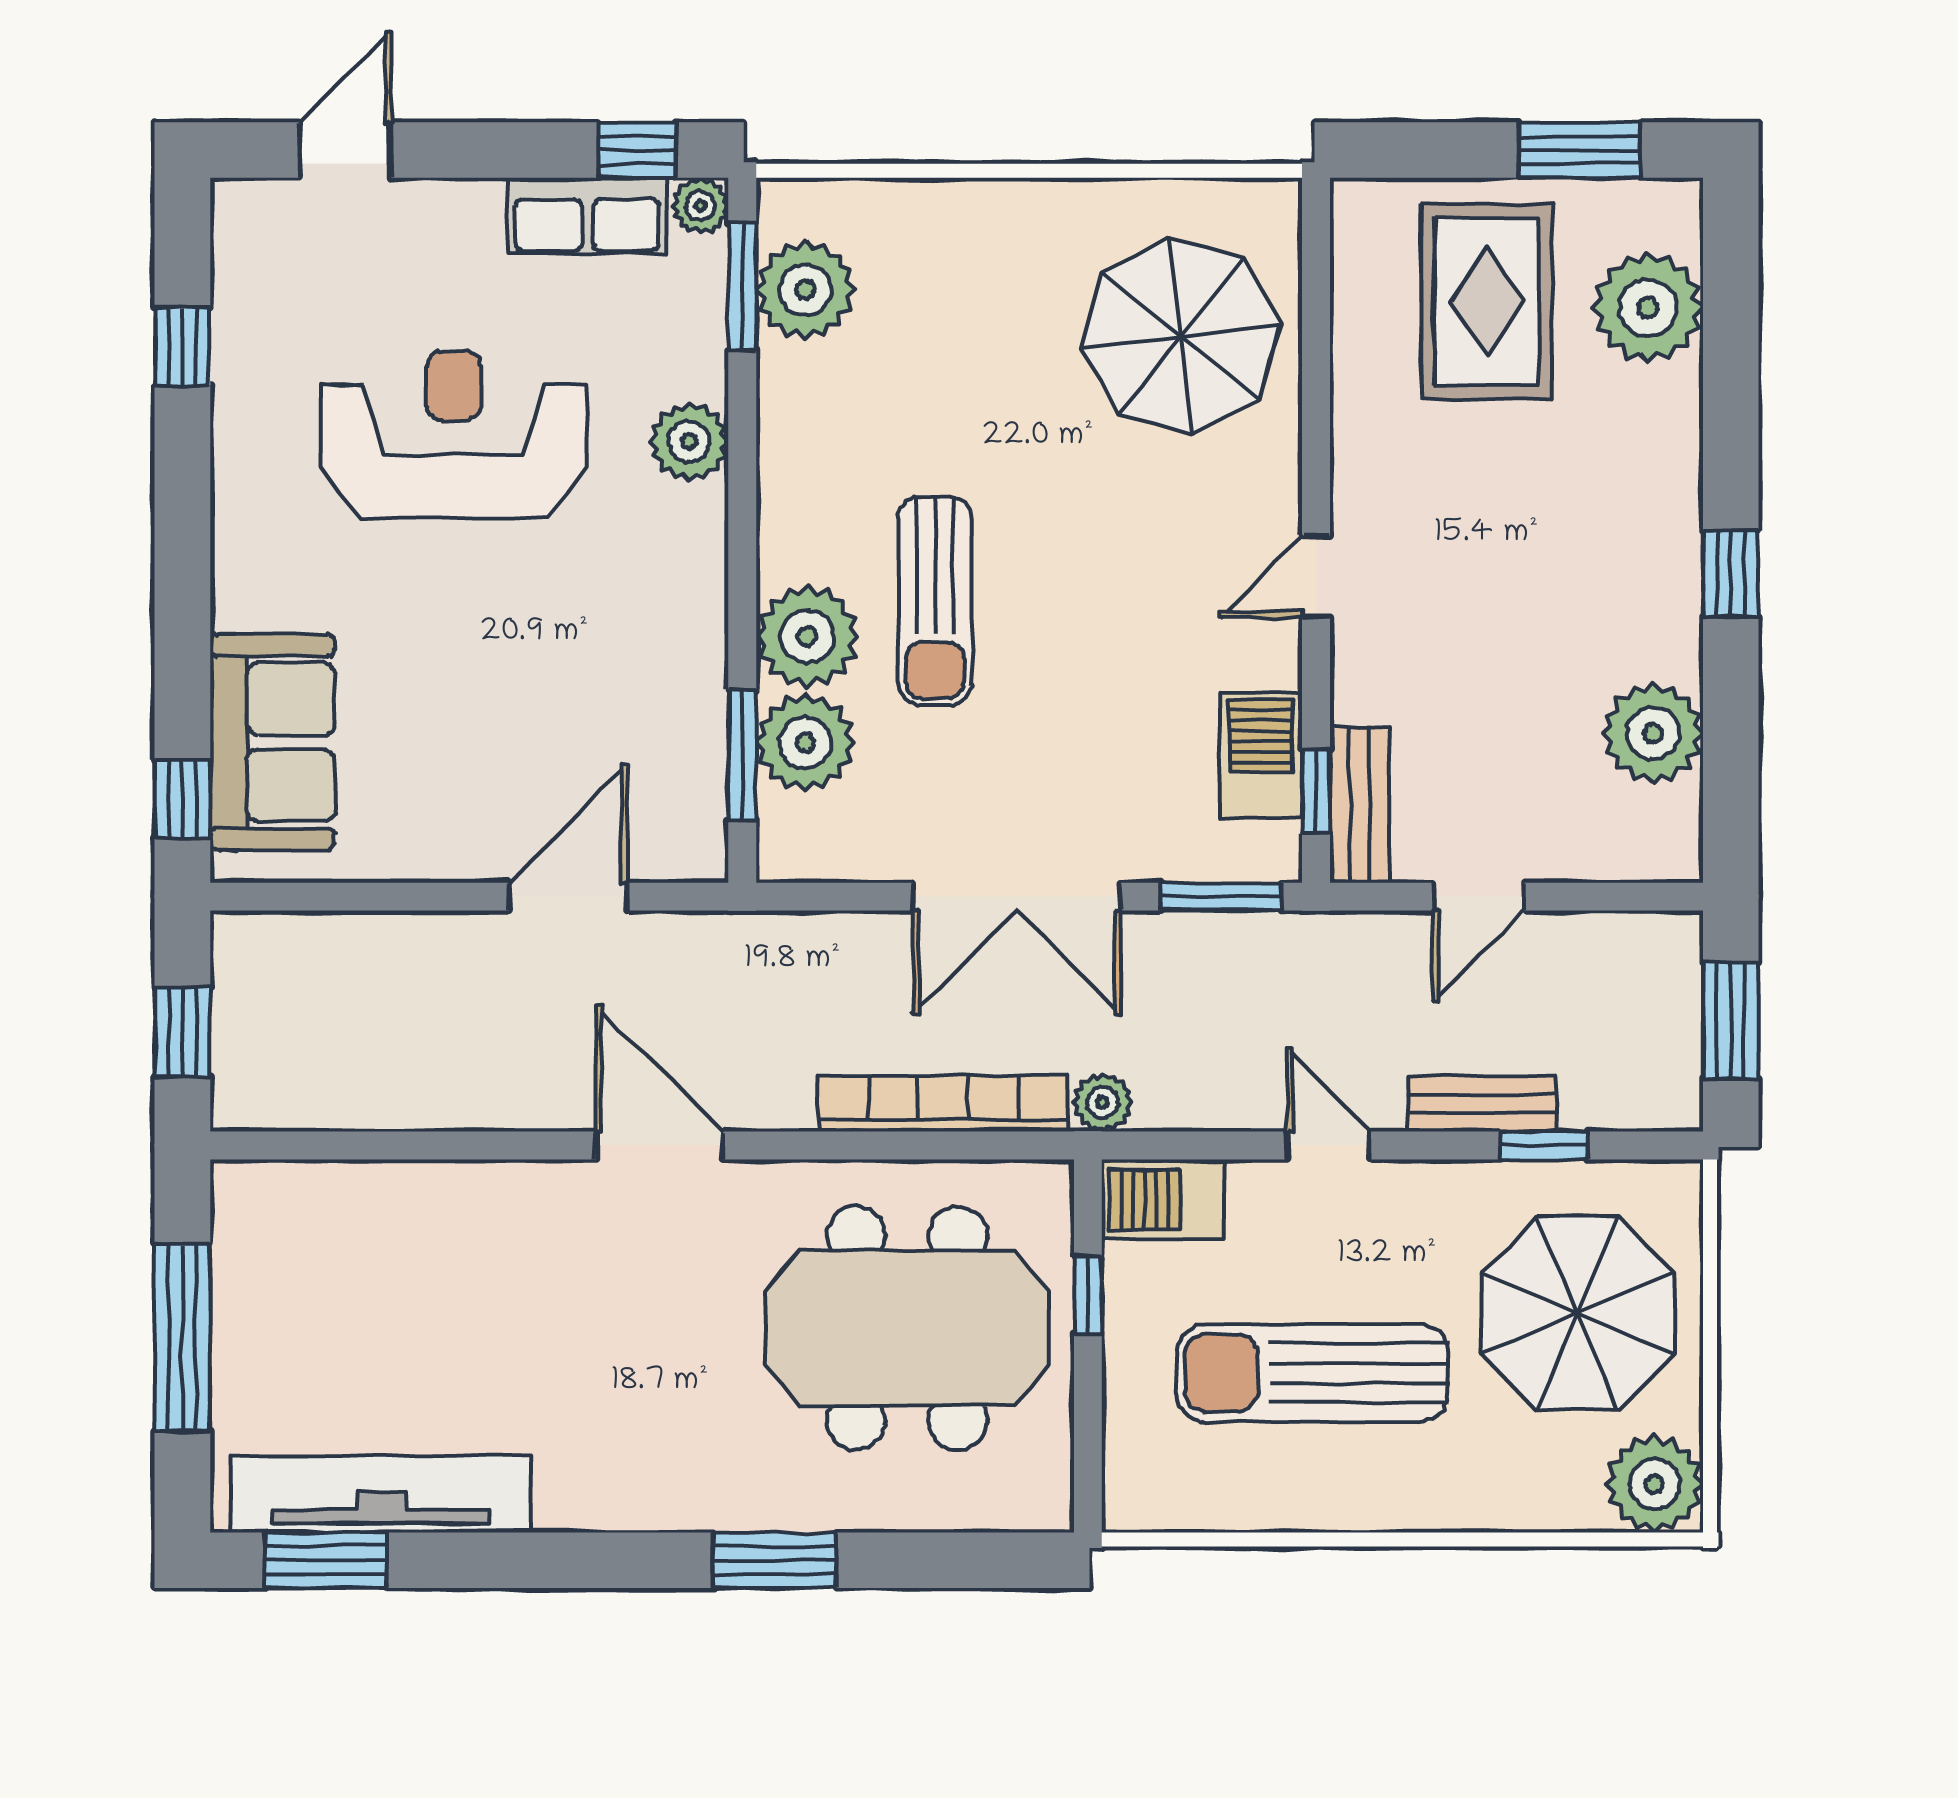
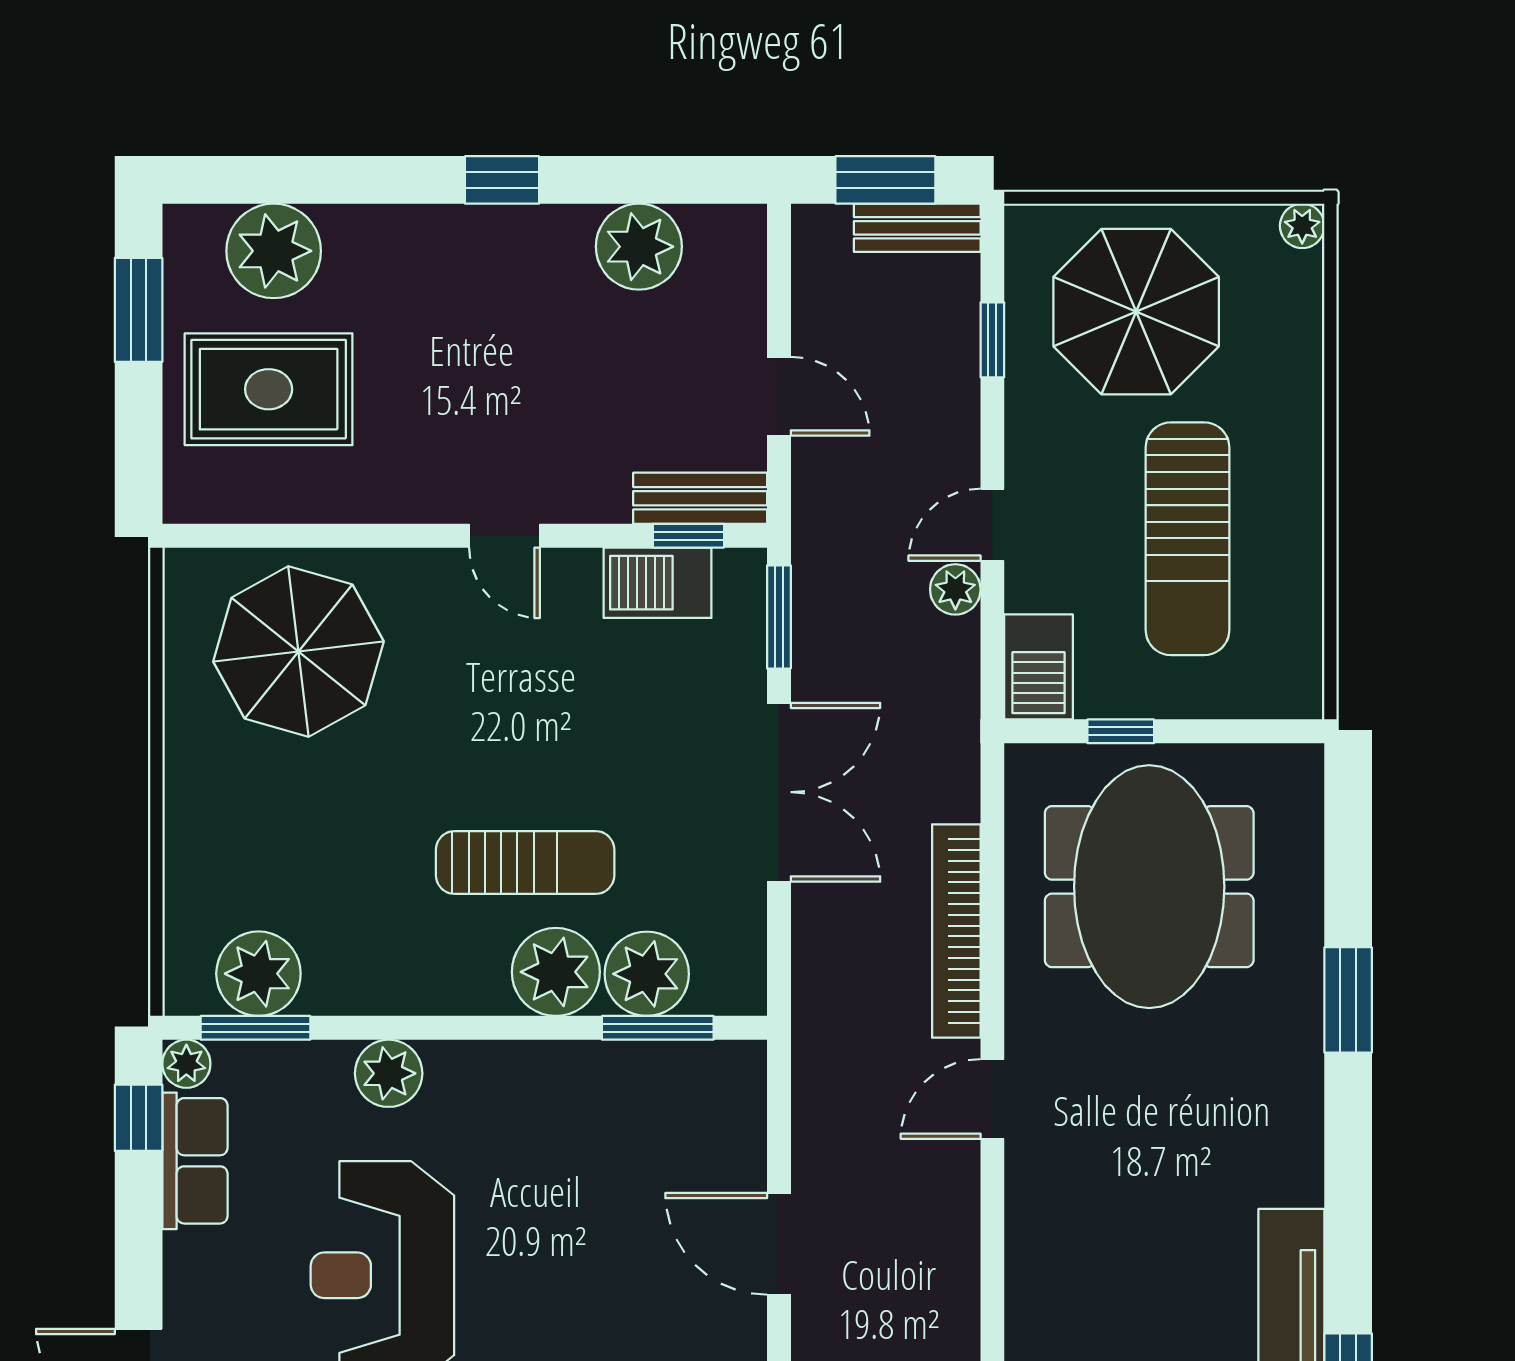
door: (568, 897) -> (779, 1244), moved
plant: (1103, 1102) -> (955, 589), moved
bookcase: (943, 1103) -> (956, 931), moved
bench: (1482, 1103) -> (917, 228), moved, turned 90
door: (659, 1145) -> (992, 1099), width x0.73
plant: (1654, 1484) -> (1302, 226), width x0.53, depth x0.53

